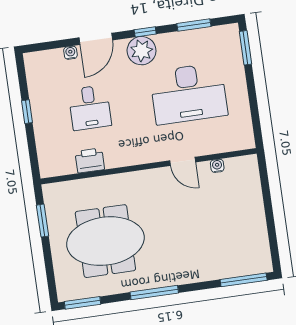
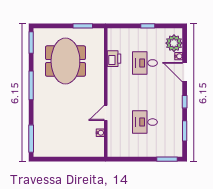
plant: (142, 51) -> (174, 43), moved
desk: (189, 94) -> (145, 122), width x0.53, depth x0.77

